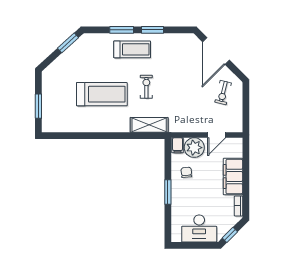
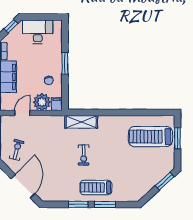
window: (68, 43) -> (165, 181), moved
treadmill: (102, 94) -> (150, 137), moved

